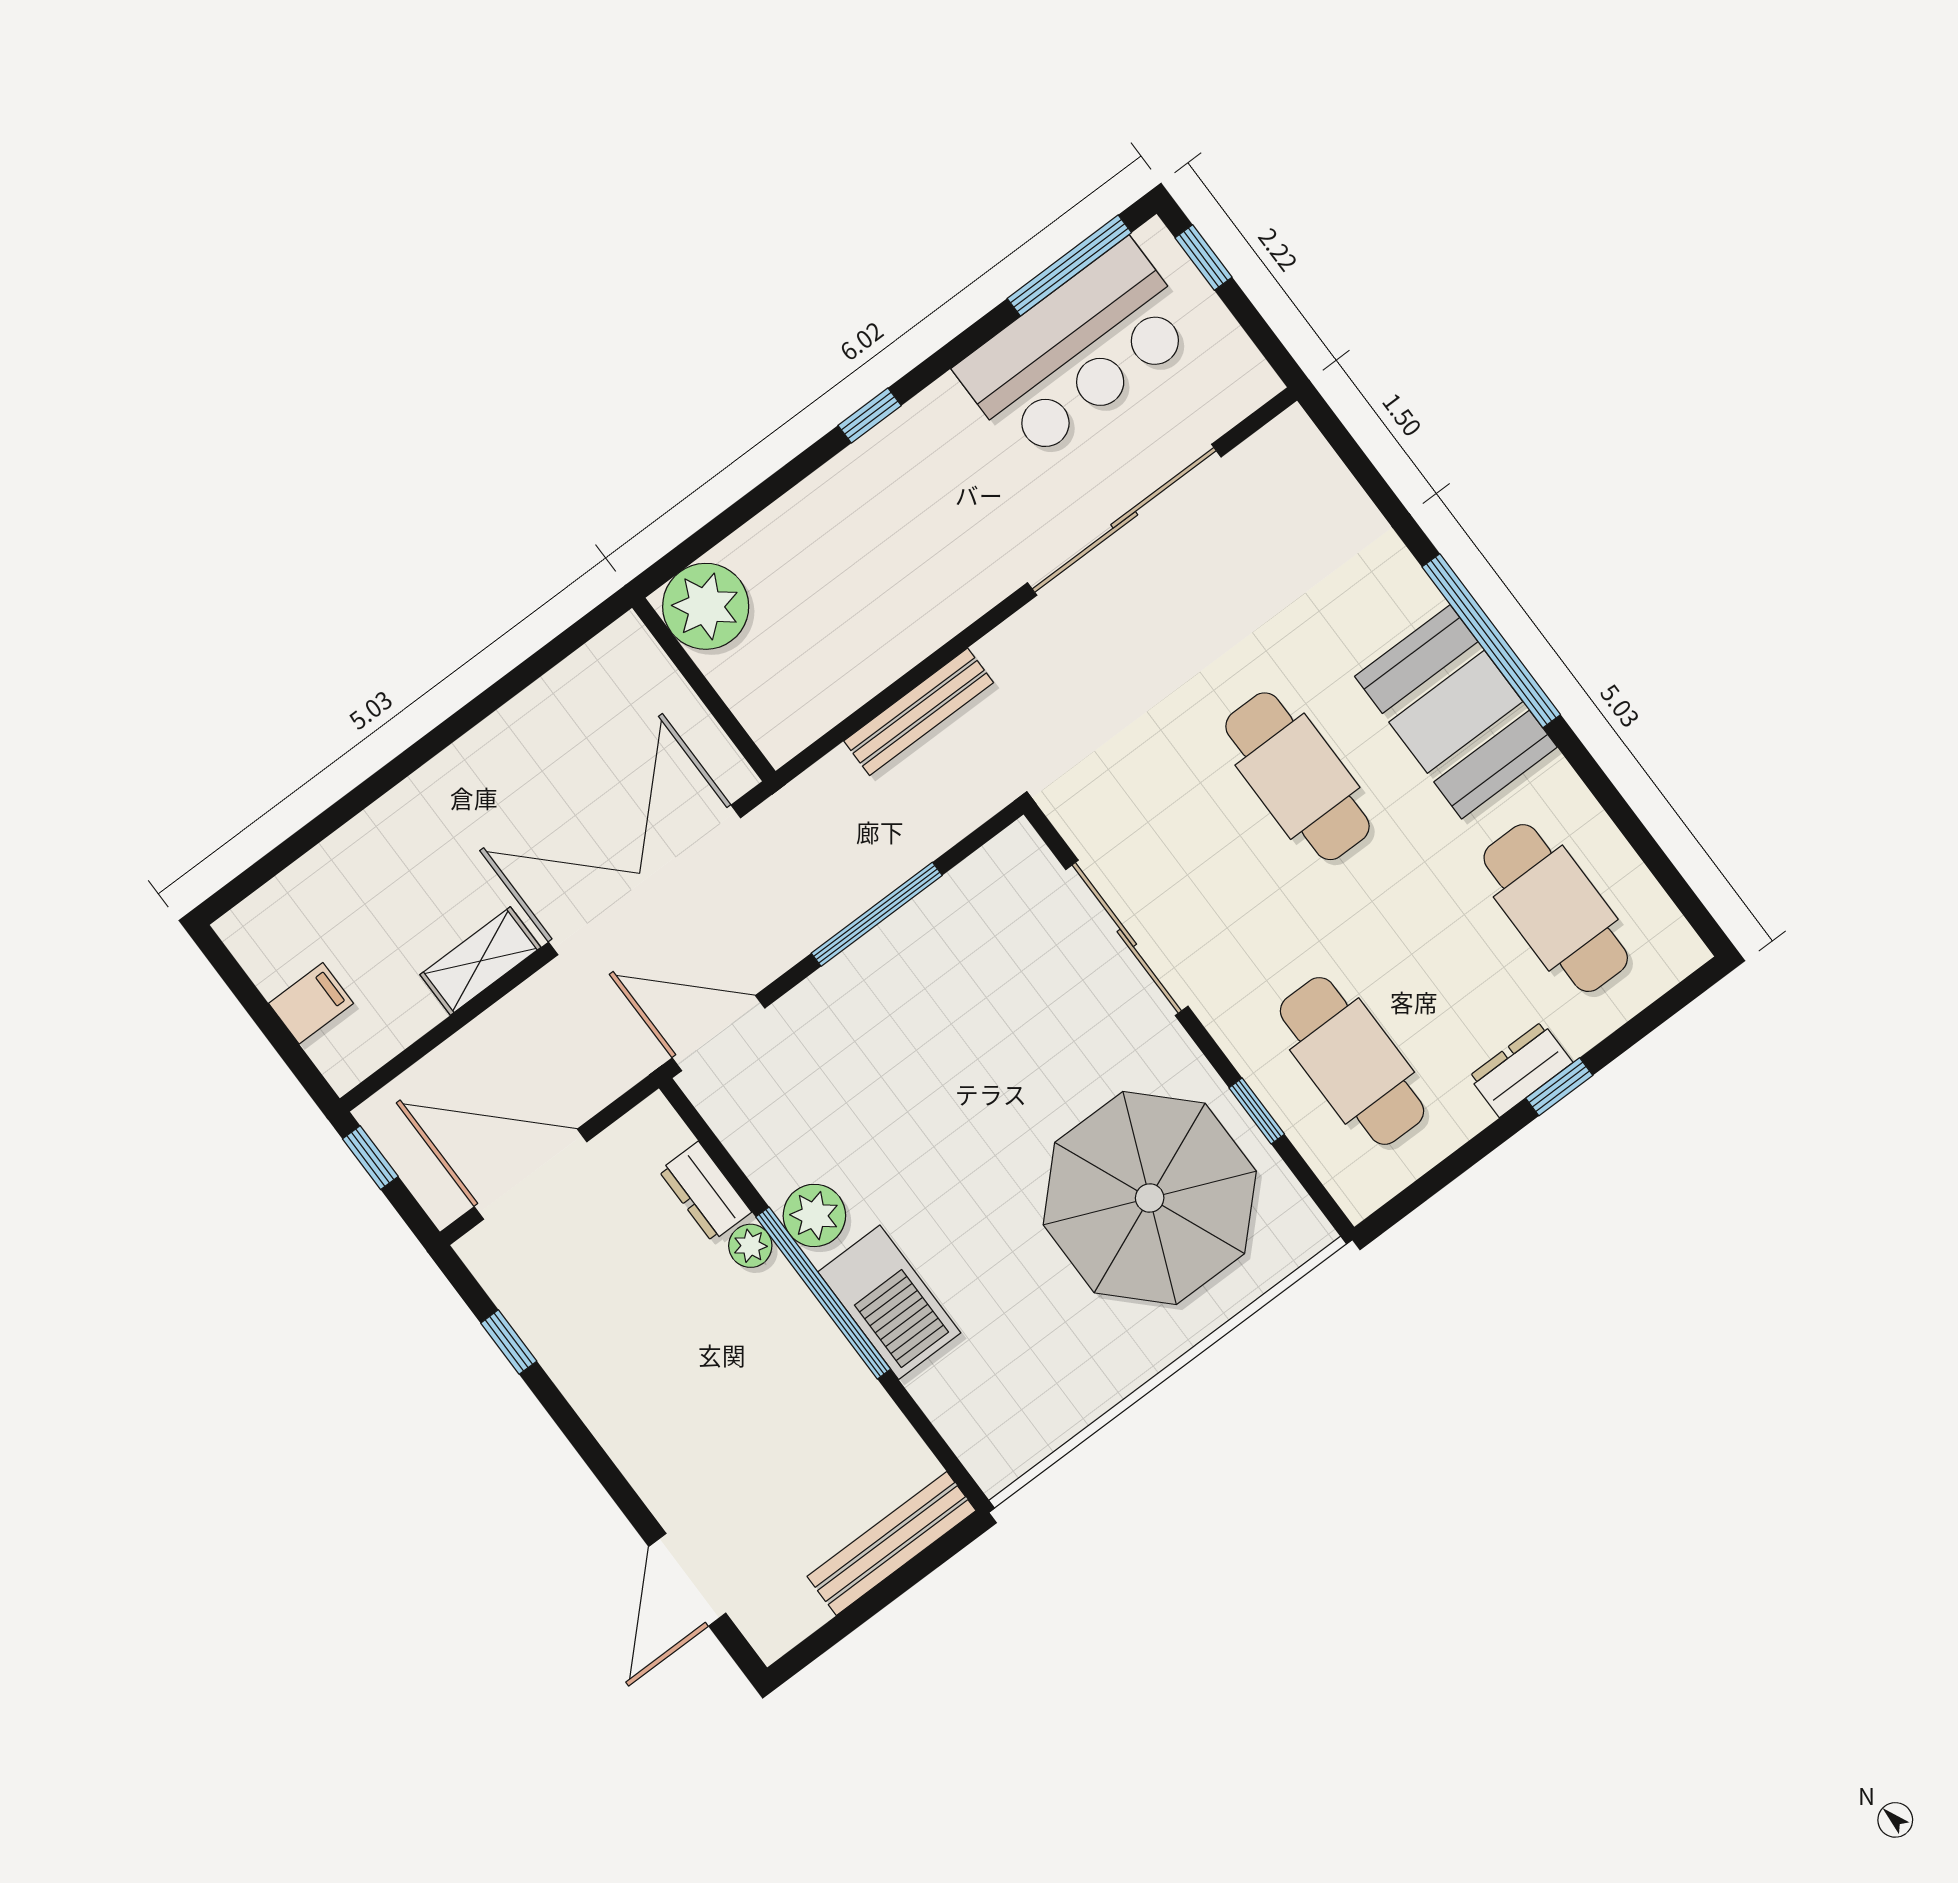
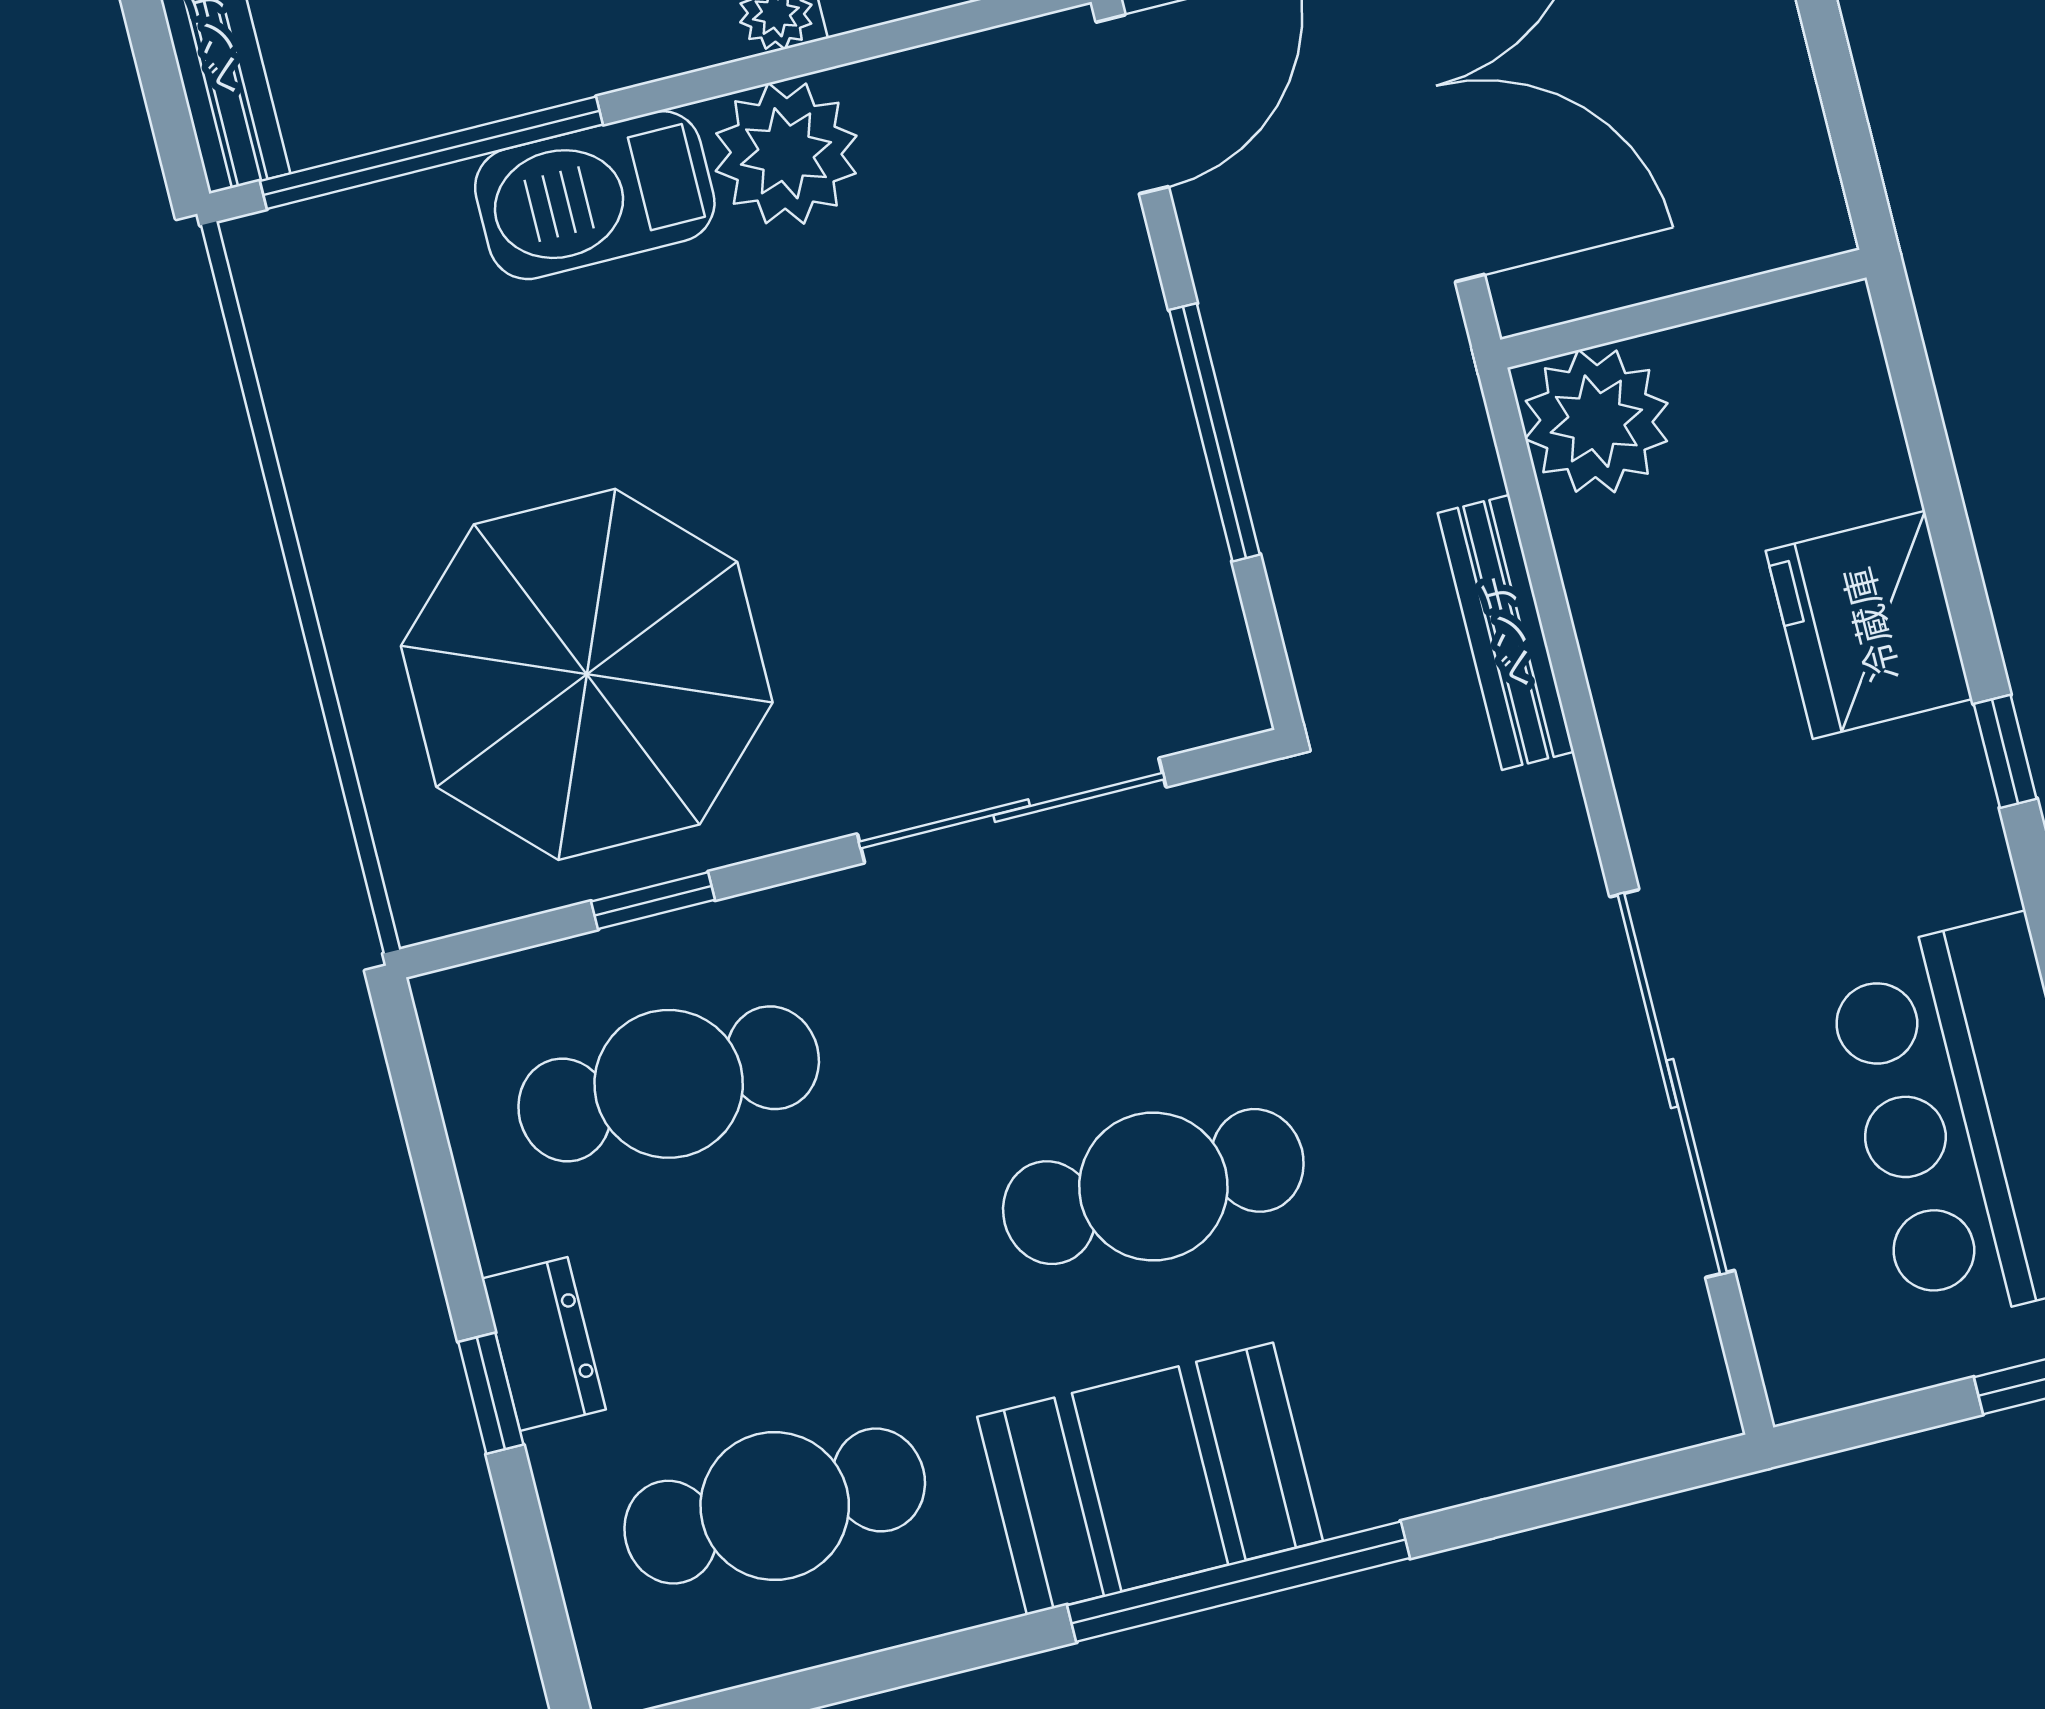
fridge: (832, 518) -> (1869, 625), added
plant: (706, 606) -> (1596, 421), moved
plant: (814, 1215) -> (786, 153), width x1.36, depth x1.36
window: (823, 1293) -> (431, 153), moved

